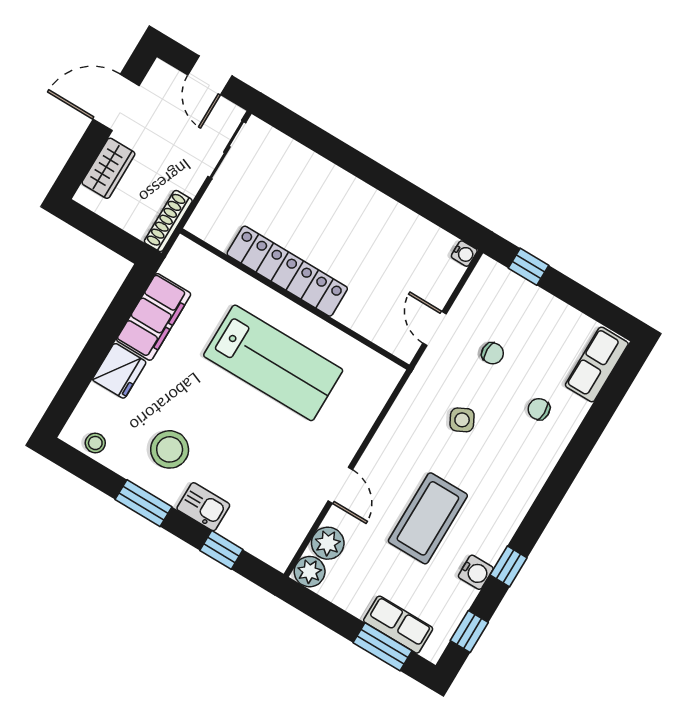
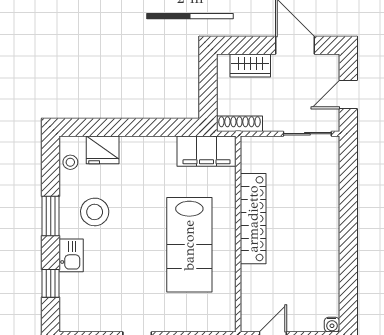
filing cabinet: (154, 317) -> (207, 151), moved
fridge: (119, 371) -> (103, 150), moved

